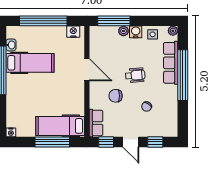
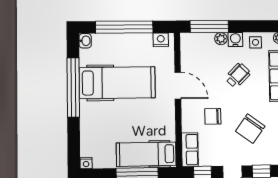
washbasin: (11, 45) -> (85, 41), moved
hospital bed: (30, 63) -> (117, 83), width x1.37, depth x1.29
wheelchair: (135, 75) -> (238, 75), moved, turned -40
chair: (147, 107) -> (250, 129), width x1.87, depth x1.87

